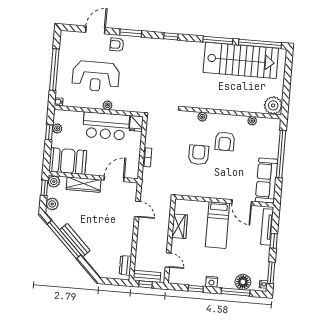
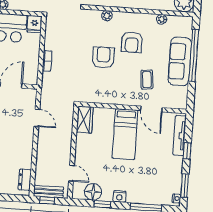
coffee table: (238, 175) -> (147, 80), added
sofa: (266, 181) -> (180, 61), moved
wardrobe: (180, 226) -> (85, 120), moved
floor lamp: (243, 282) -> (93, 192), moved

